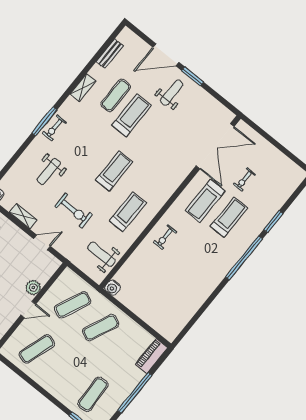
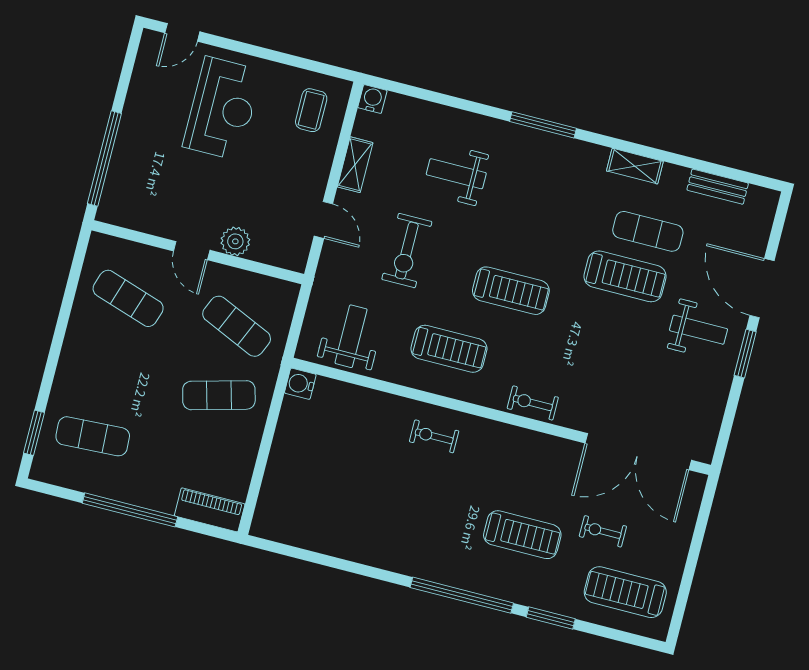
exercise bike: (54, 128) -> (533, 403), moved
treadmill: (205, 201) -> (625, 592), moved
exercise mat: (101, 328) -> (219, 395), turned -39

